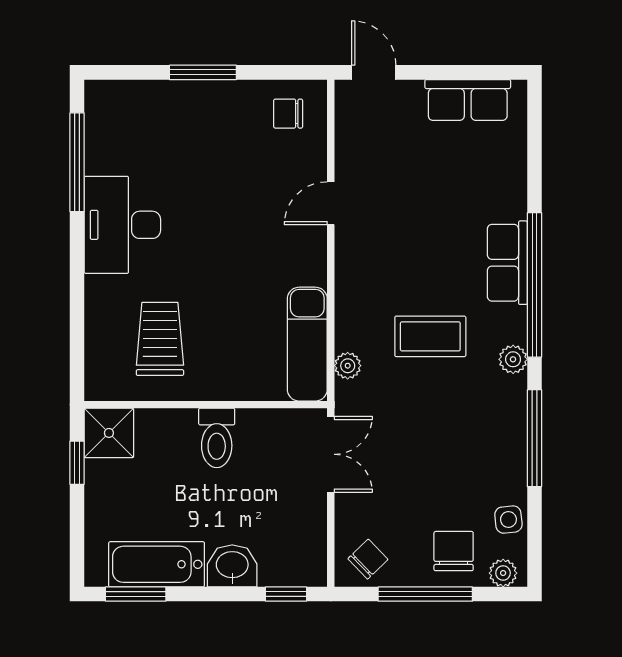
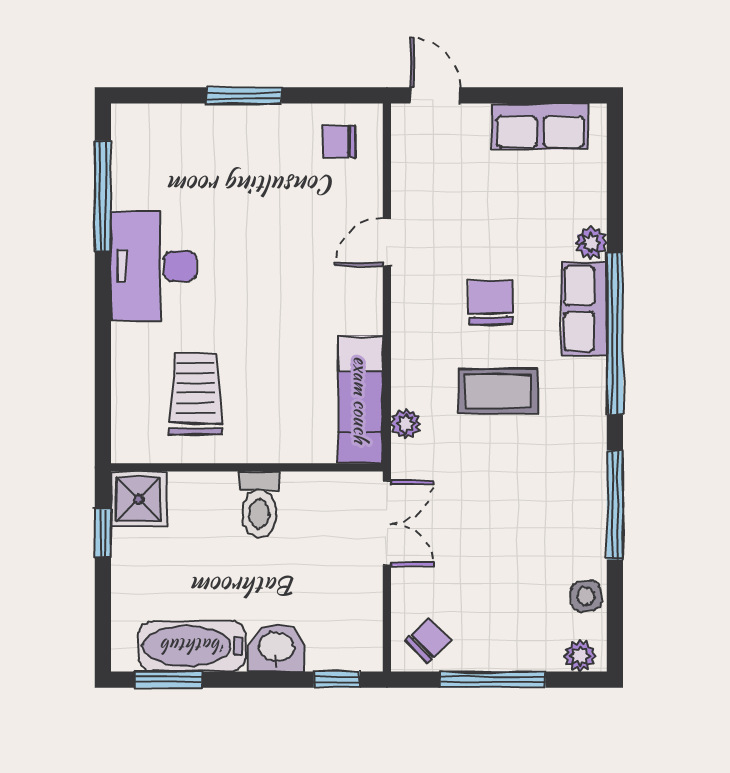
plant: (513, 359) -> (591, 243), moved
chair: (454, 551) -> (491, 302), moved

